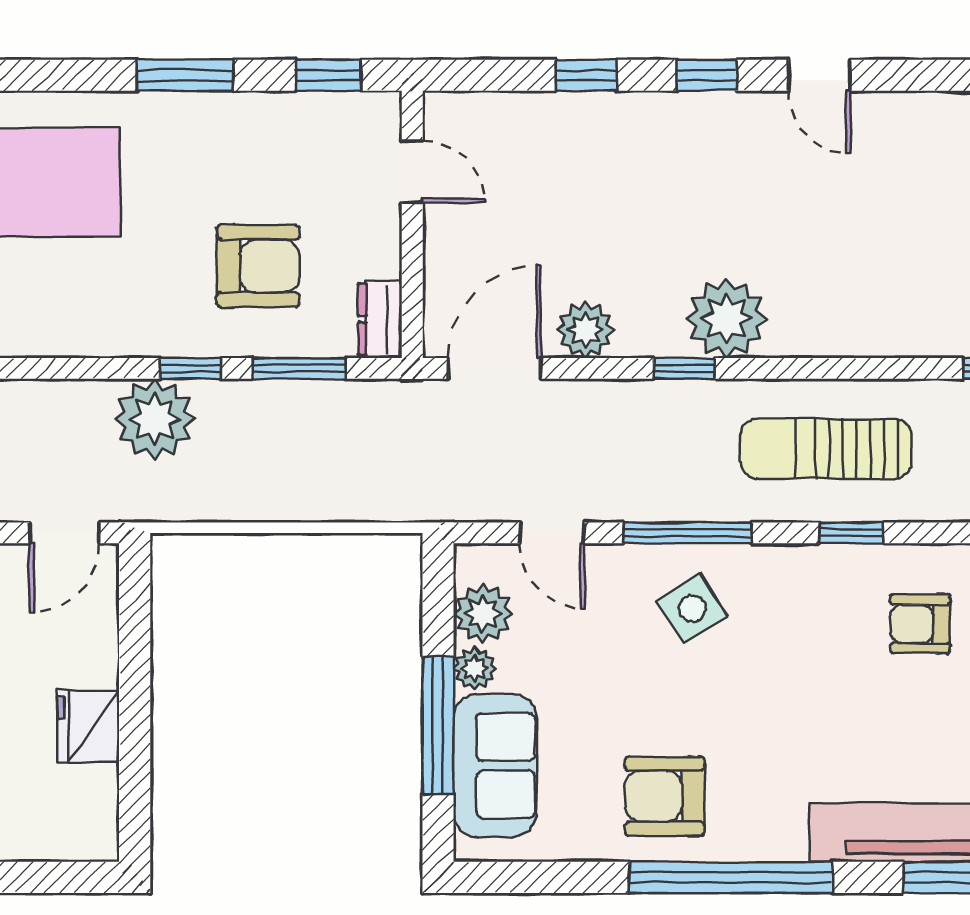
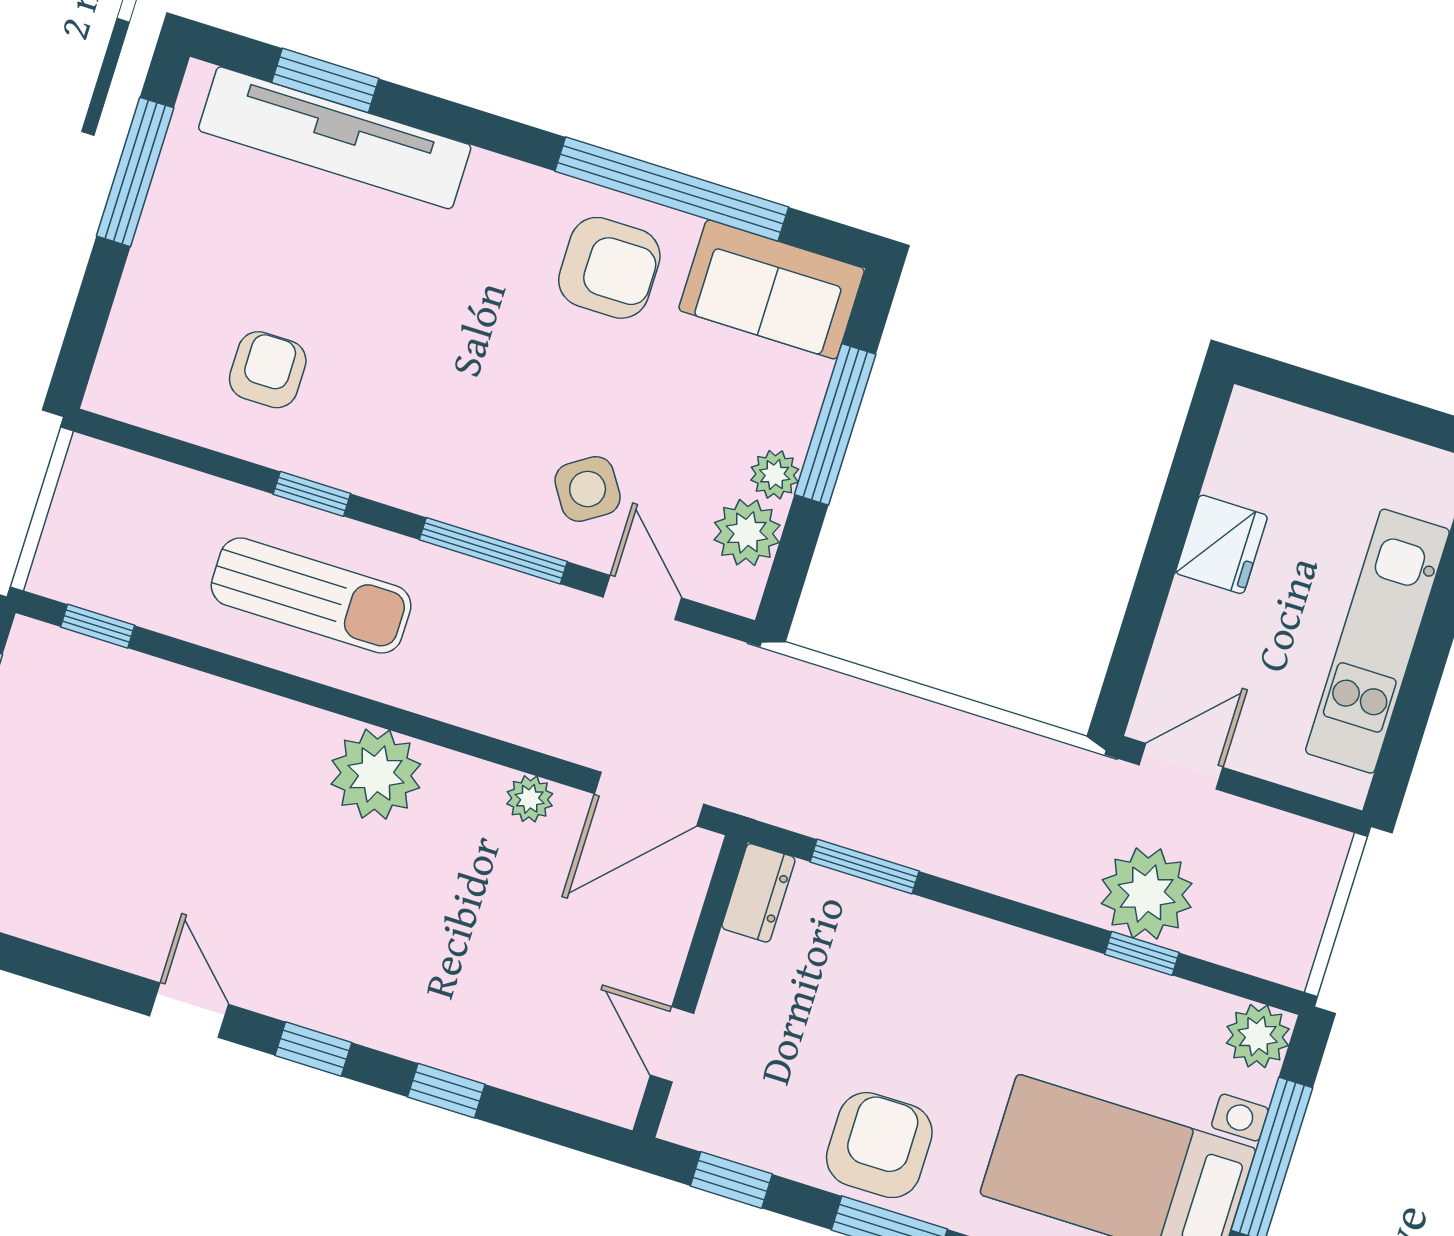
armchair: (258, 266) -> (879, 1145), moved, turned 90
plant: (585, 330) -> (530, 799), width x0.73, depth x0.73
window: (190, 368) -> (1142, 953), moved
window: (684, 368) -> (440, 733), removed
plant: (155, 419) -> (1147, 893), moved
side table: (692, 609) -> (588, 489), moved
armchair: (920, 624) -> (268, 370), turned -90
sofa: (495, 766) -> (772, 289), moved, turned -90
window: (731, 877) -> (672, 189), moved

